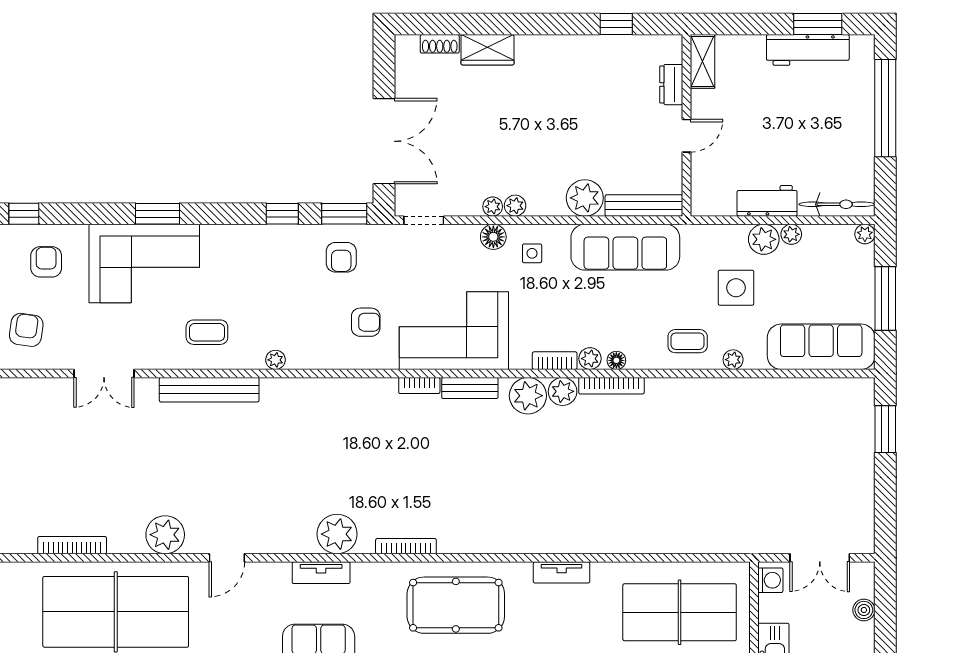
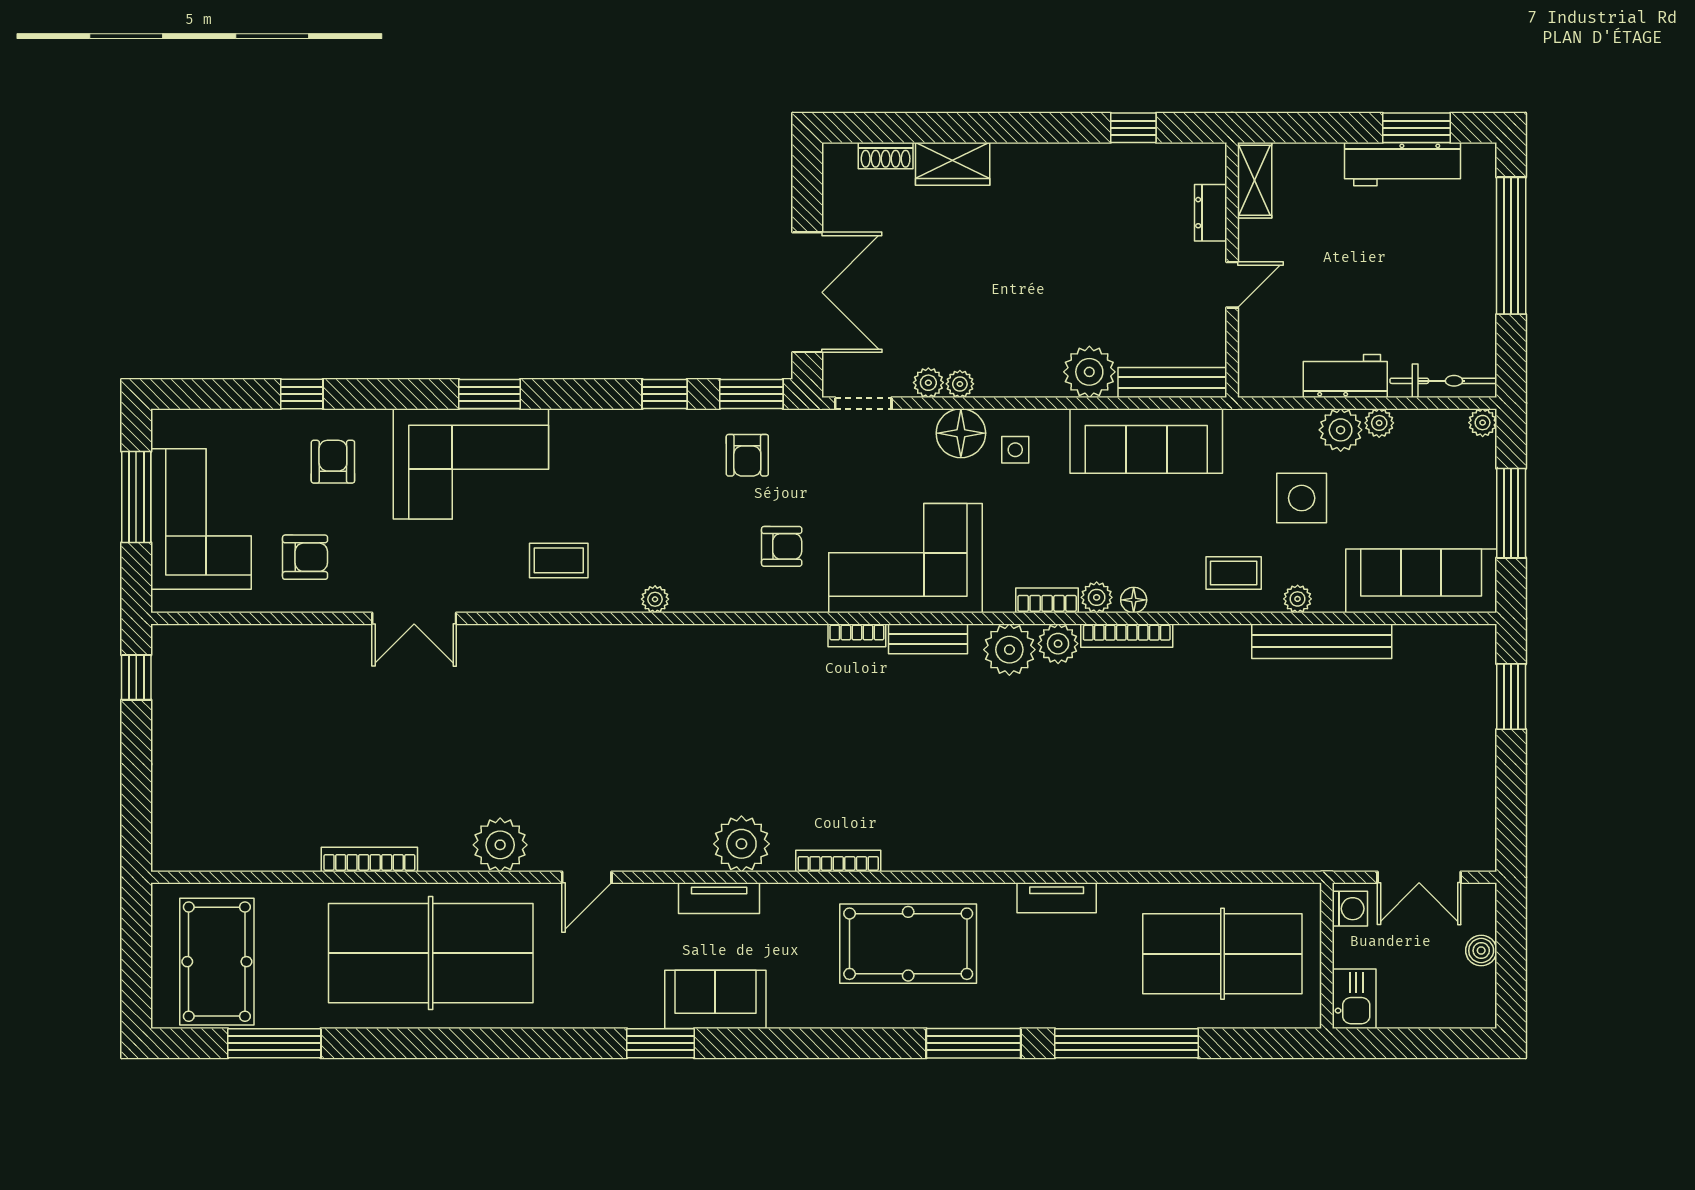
plant: (515, 206) -> (928, 383), moved
floor lamp: (493, 237) -> (961, 433), width x1.38, depth x1.38
armchair: (26, 330) -> (305, 557), turned 82
bench: (209, 390) -> (1322, 641), moved

